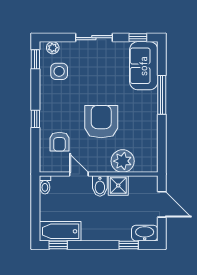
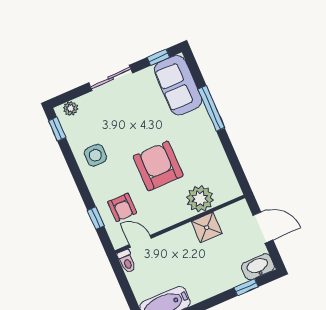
side table: (59, 71) -> (95, 155), moved
window: (35, 119) -> (96, 218), moved
door: (79, 174) -> (140, 241), moved
bidet: (100, 186) -> (187, 237), removed

